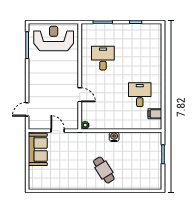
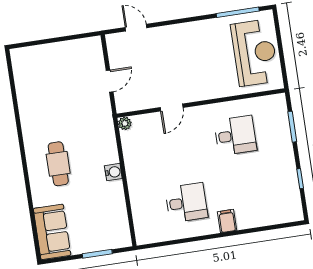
filing cabinet: (155, 114) -> (227, 221), moved
sofa: (38, 149) -> (52, 232), moved, turned -90
cafe table: (104, 170) -> (58, 164), turned -58

